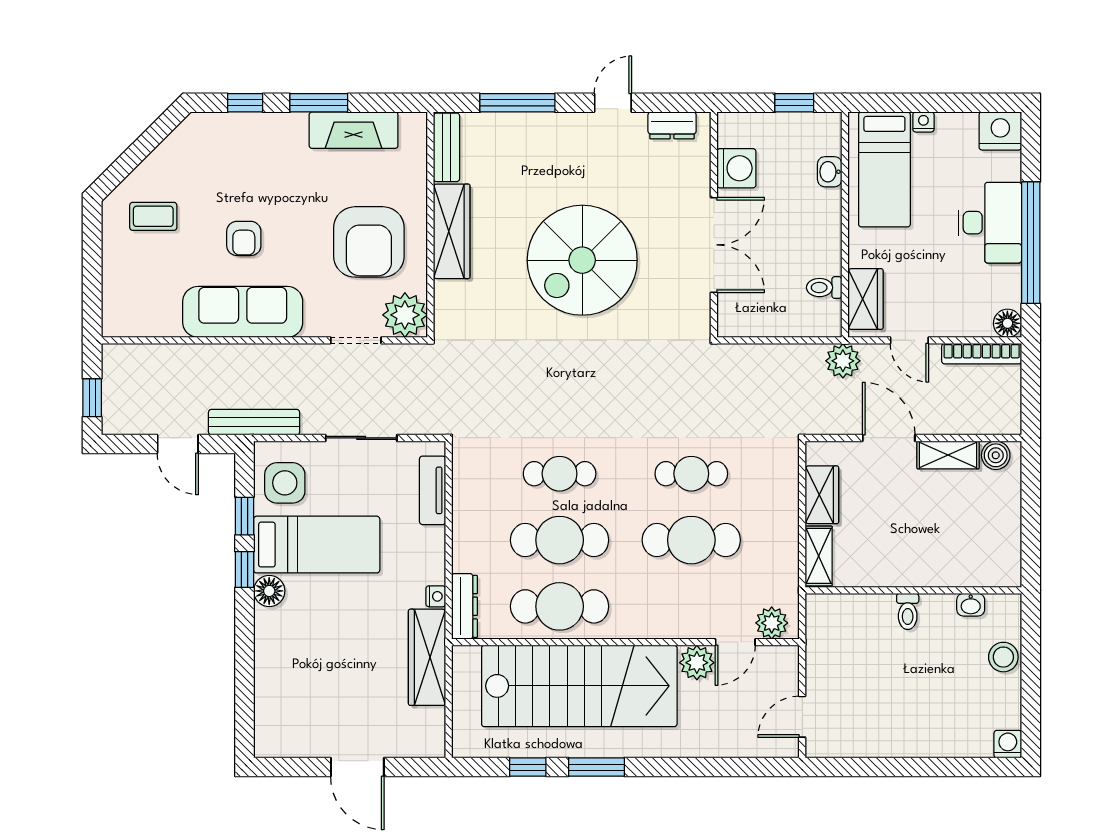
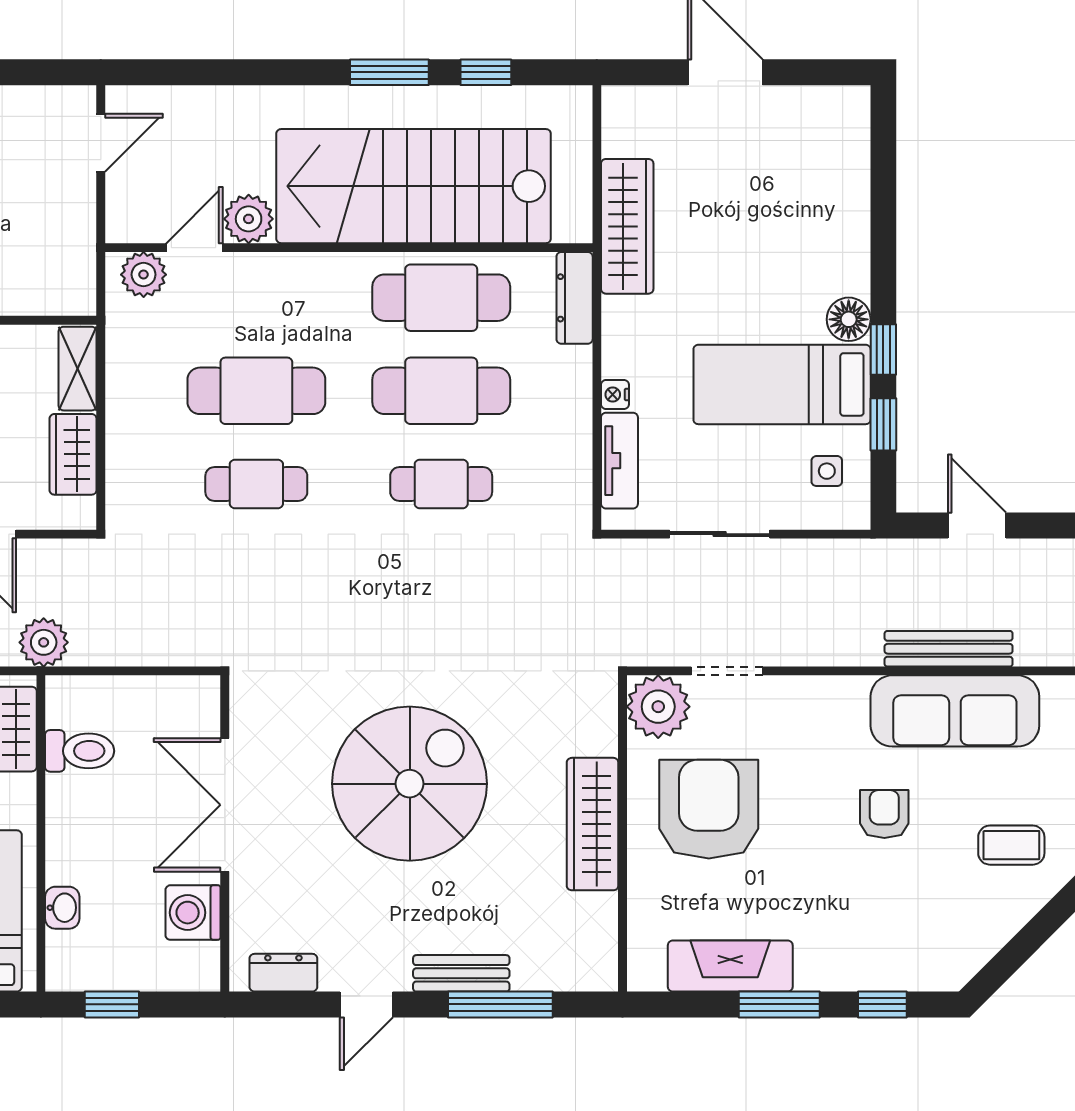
bench: (447, 147) -> (461, 973), moved, turned 90
toilet: (824, 288) -> (80, 751), width x1.37, depth x1.39
sofa: (243, 312) -> (955, 711), moved
bench: (254, 422) -> (949, 649), moved
side table: (285, 483) -> (827, 471), width x0.54, depth x0.54
nightstand: (436, 596) -> (615, 395), moved

